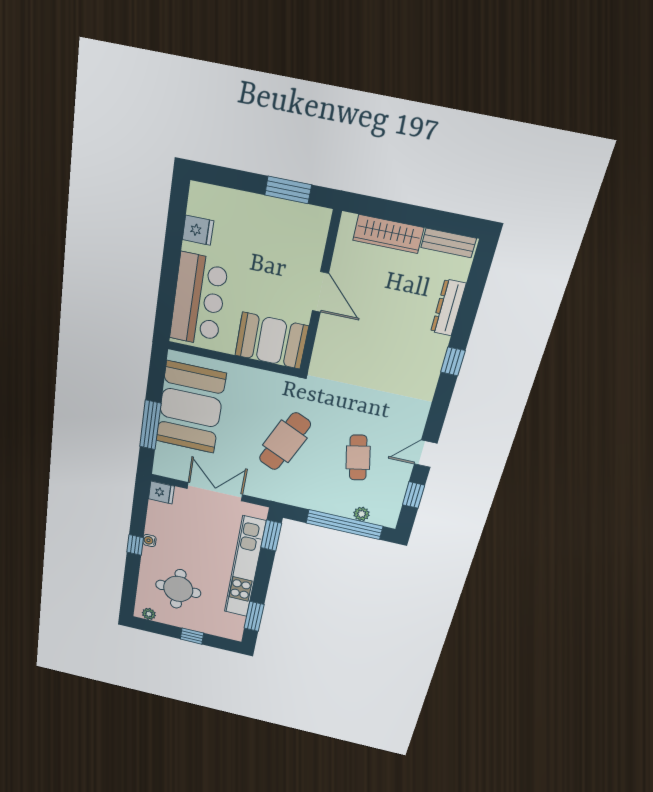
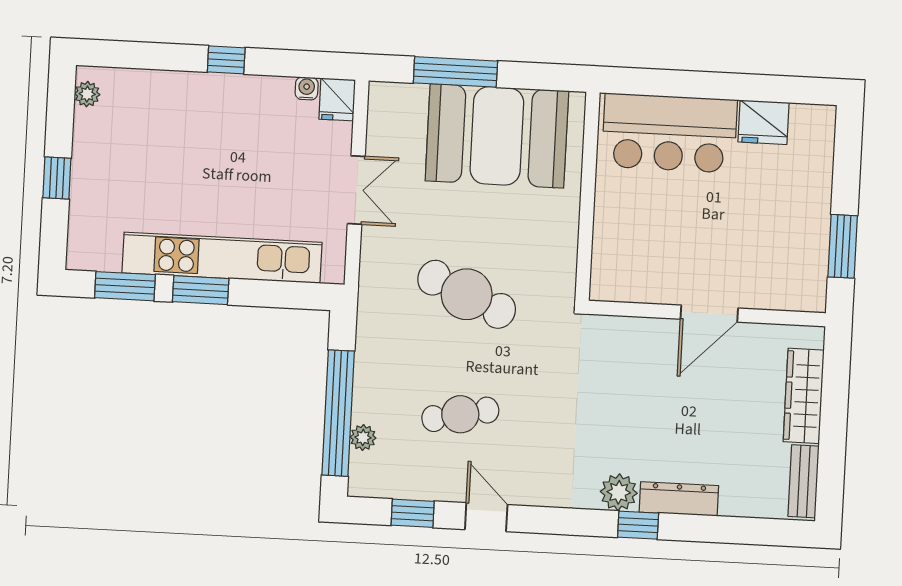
fridge: (198, 230) -> (763, 122), width x1.38
dresser: (448, 308) -> (679, 499), moved
booth: (271, 341) -> (626, 251), removed
plant: (428, 370) -> (619, 492), added
double door: (215, 492) -> (356, 190), width x0.73
window: (271, 535) -> (201, 290), moved
water cooler: (149, 541) -> (307, 88), moved
round table: (178, 589) -> (153, 144), removed

